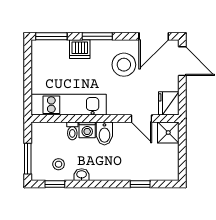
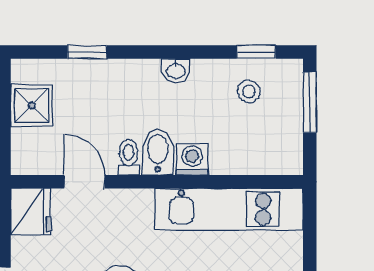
toilet: (72, 131) -> (128, 157), moved
shower: (168, 133) -> (32, 105), moved
washbasin: (82, 175) -> (176, 71), moved

